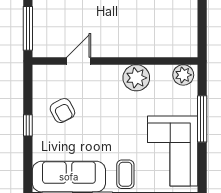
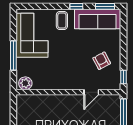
plant: (136, 78) -> (55, 81), removed
window: (28, 125) -> (123, 77), moved

